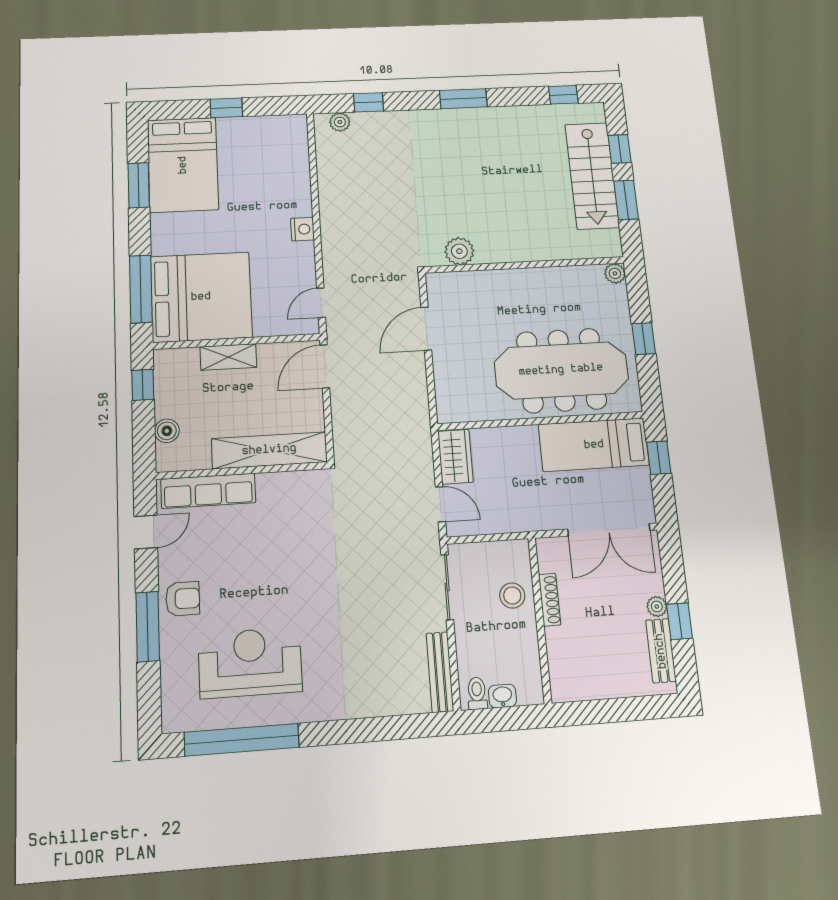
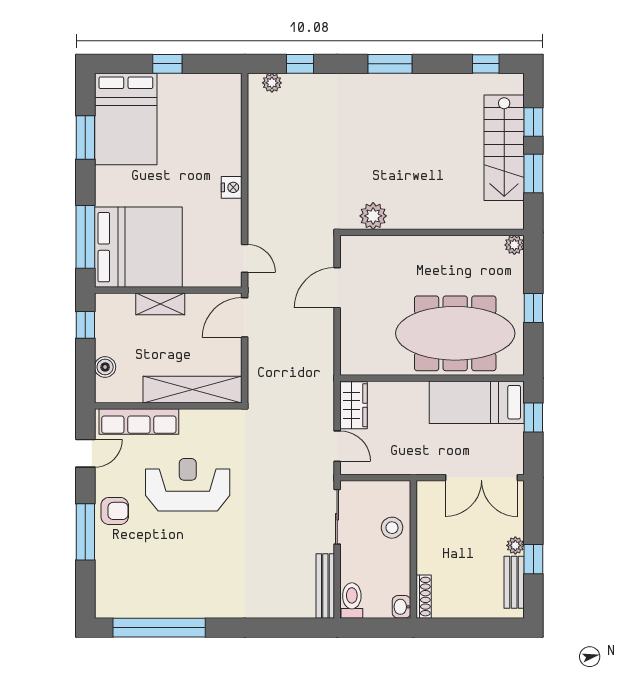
door: (321, 303) -> (245, 258), swing flipped
shoe rack: (550, 600) -> (424, 597), moved
reception desk: (250, 663) -> (188, 485), moved
toilet: (477, 693) -> (352, 600), width x1.37, depth x1.39
washbasin: (502, 696) -> (402, 607), moved, turned -90

